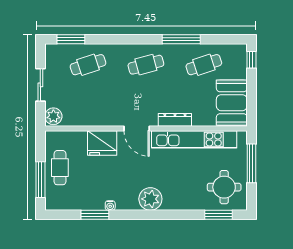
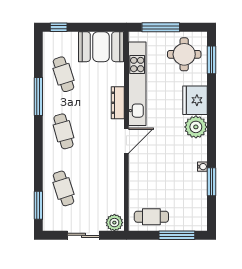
fridge: (102, 143) -> (195, 100), moved, turned 180
cafe table: (60, 168) -> (151, 217), moved

